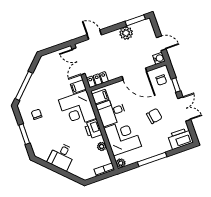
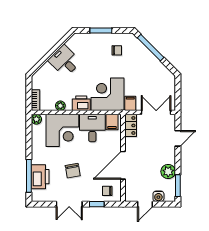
water cooler: (159, 58) -> (158, 196), moved
printer: (180, 139) -> (40, 177), moved
window: (152, 159) -> (29, 176), moved

